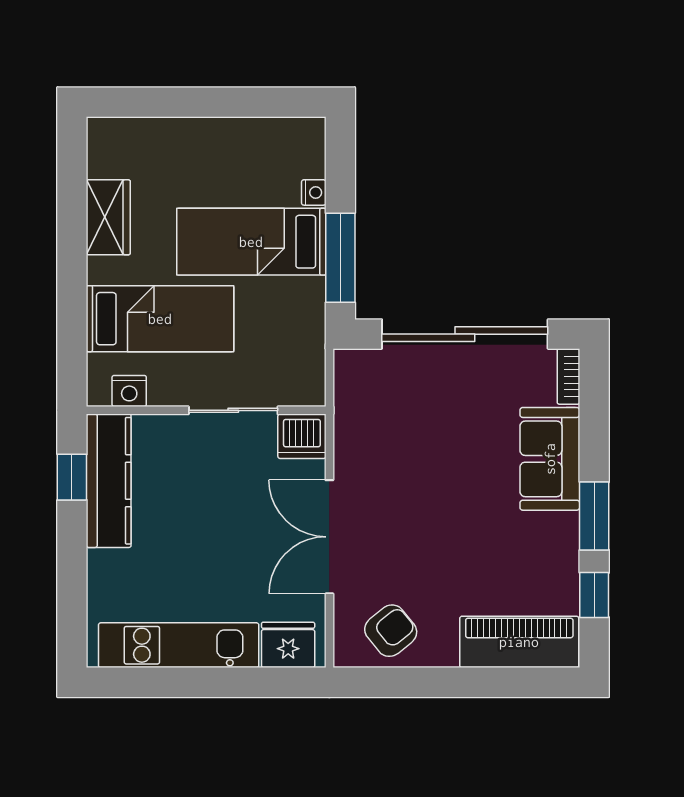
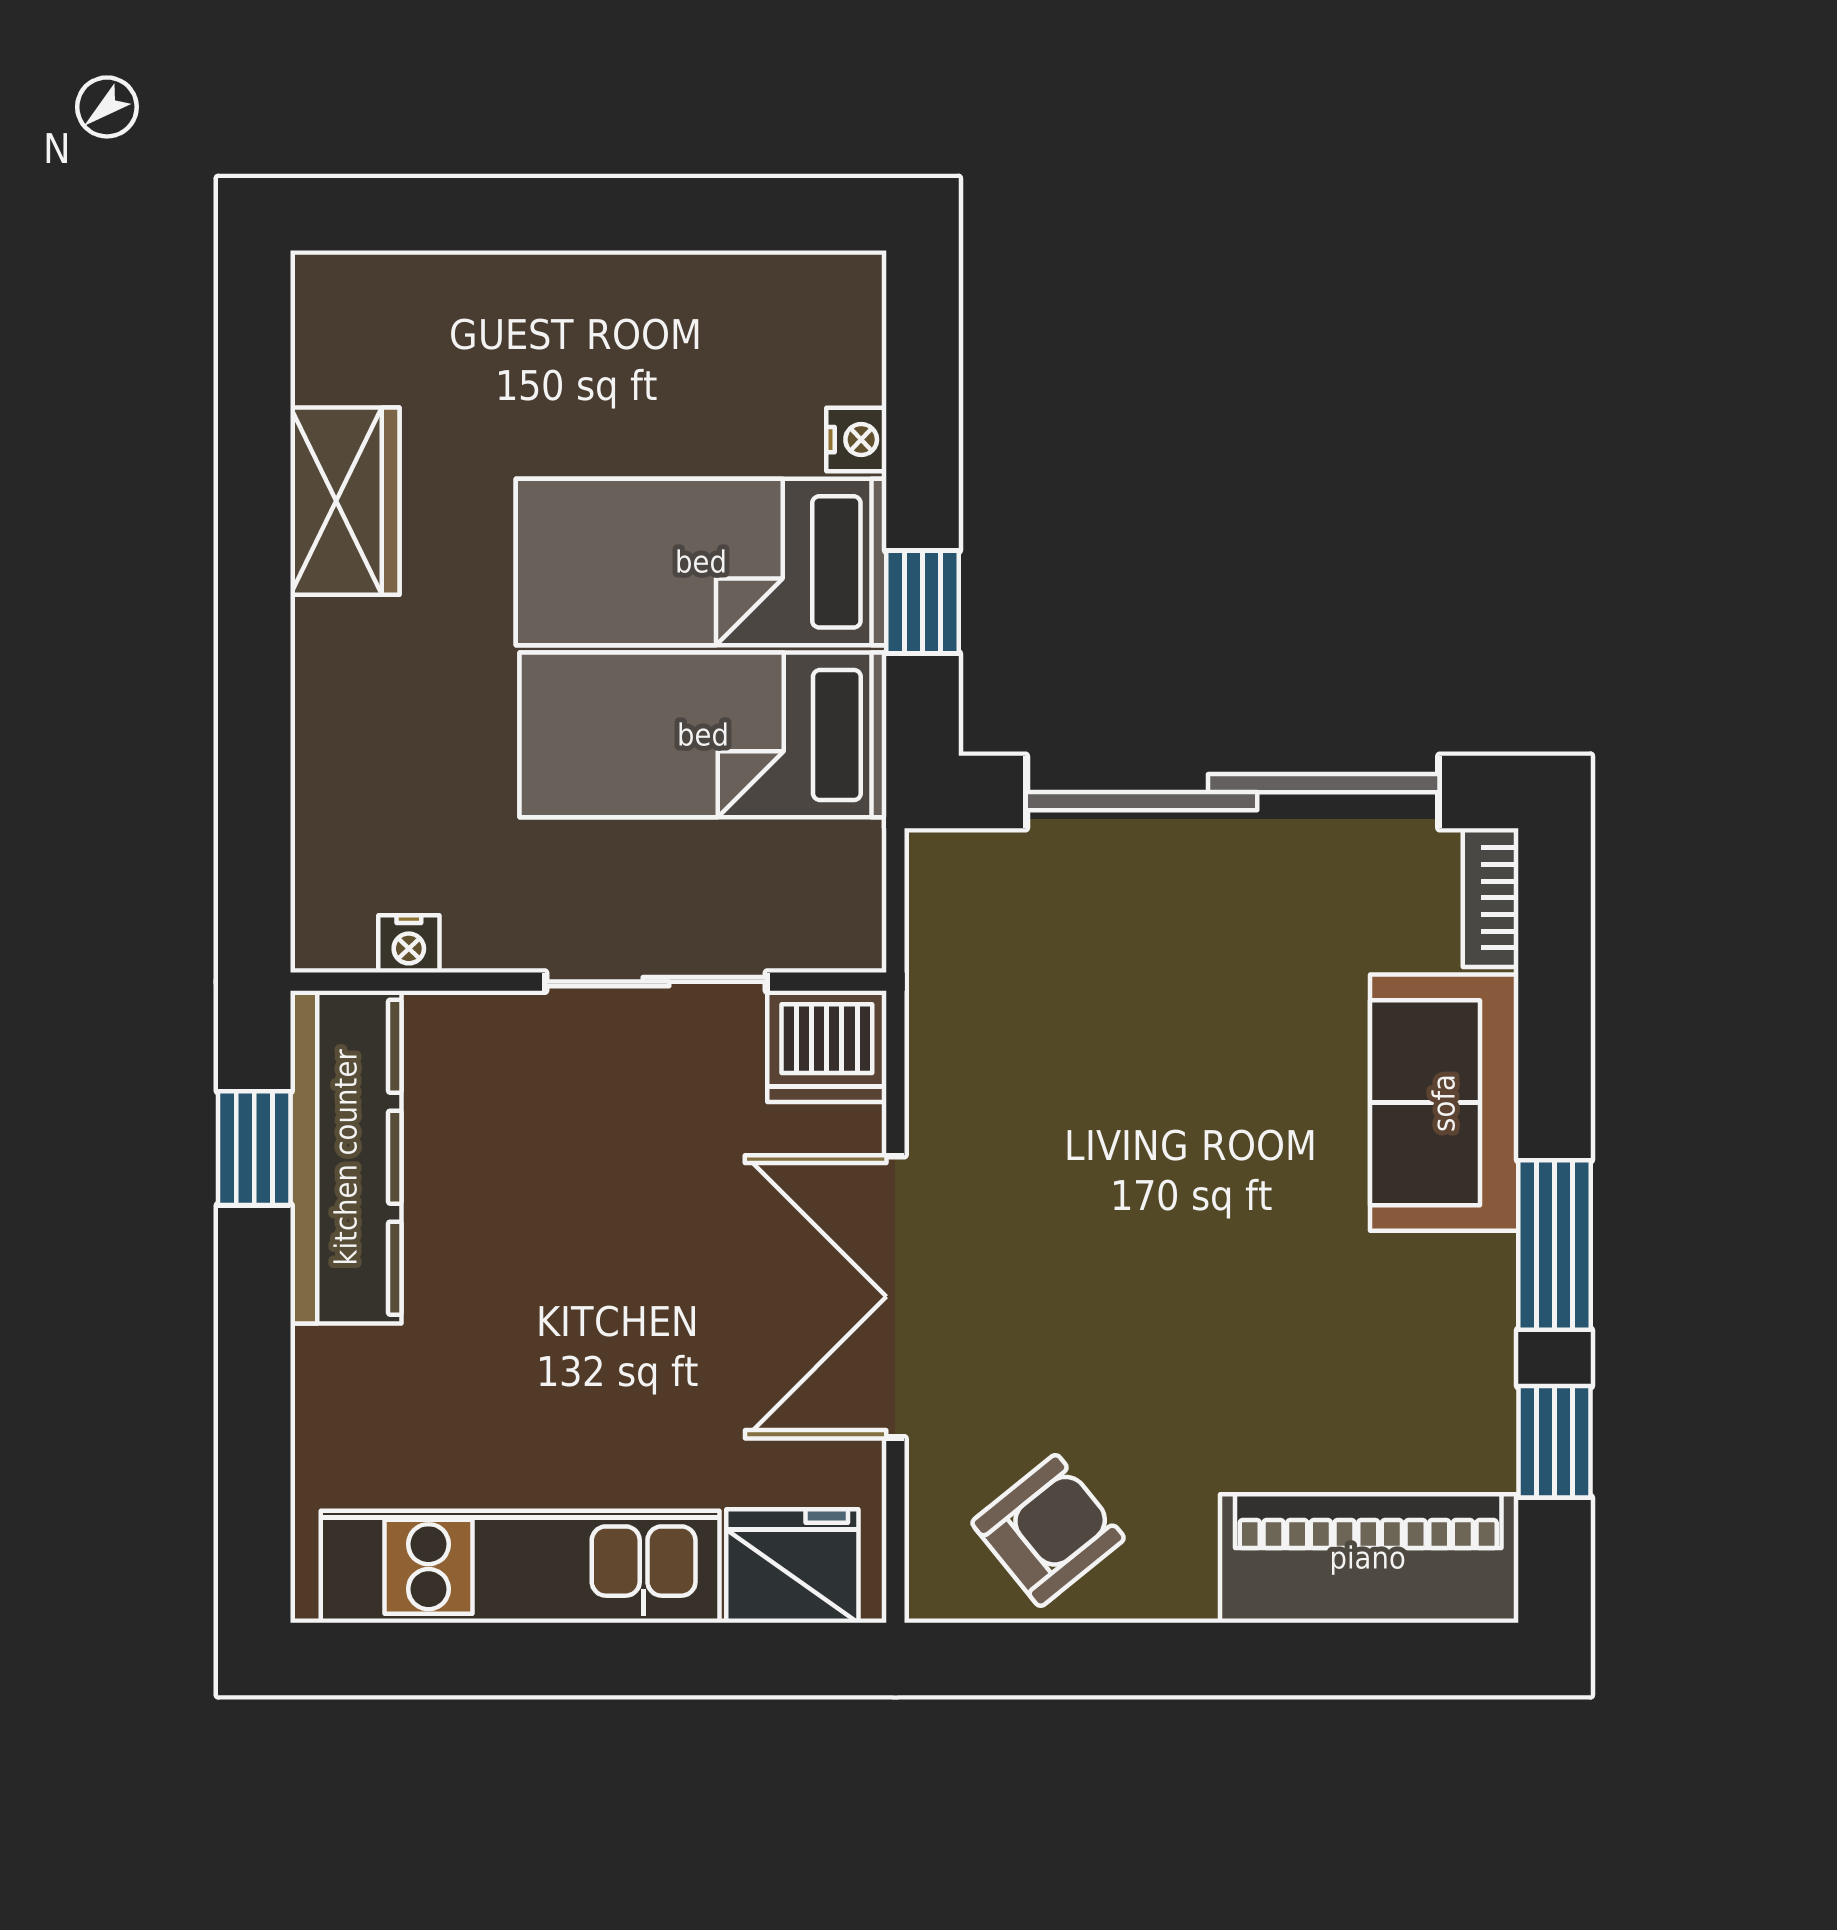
window: (340, 258) -> (923, 602), width x0.46
bed: (160, 319) -> (703, 735), moved, turned 180
nightstand: (129, 391) -> (409, 944), width x0.72, depth x0.74

